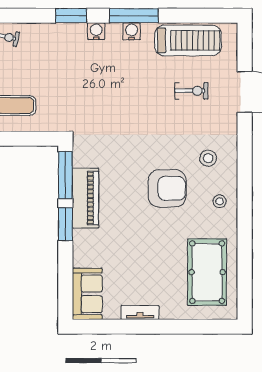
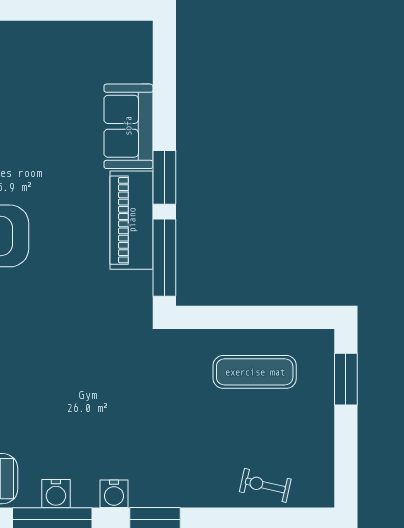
sofa: (87, 294) -> (128, 126), moved
tv unit: (140, 313) -> (42, 32), removed

